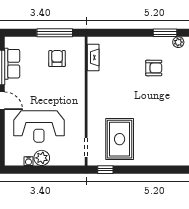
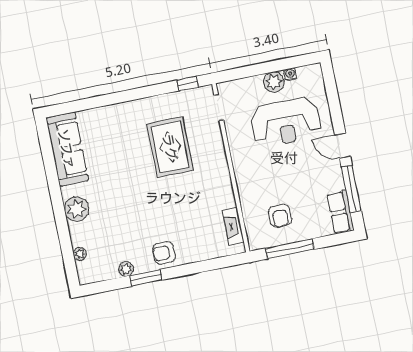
row of seats: (12, 64) -> (340, 212), moved
armchair: (154, 68) -> (164, 253), moved
reception desk: (39, 127) -> (286, 122), turned 180
rug: (120, 139) -> (170, 147), moved

